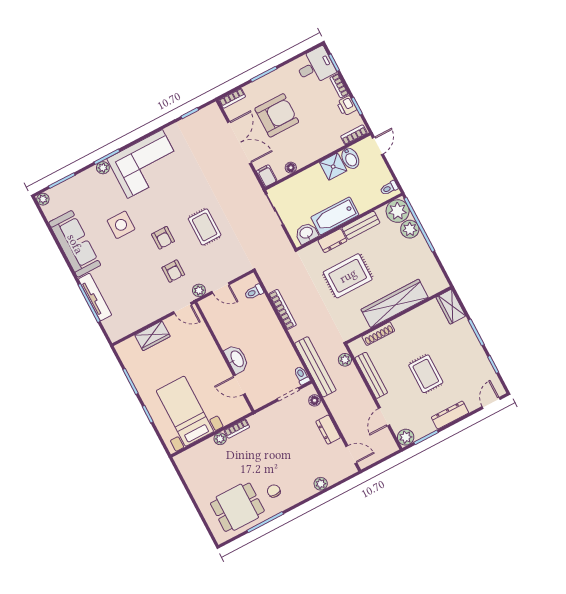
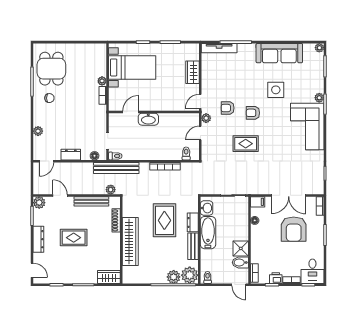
tv unit: (95, 297) -> (219, 48), moved

